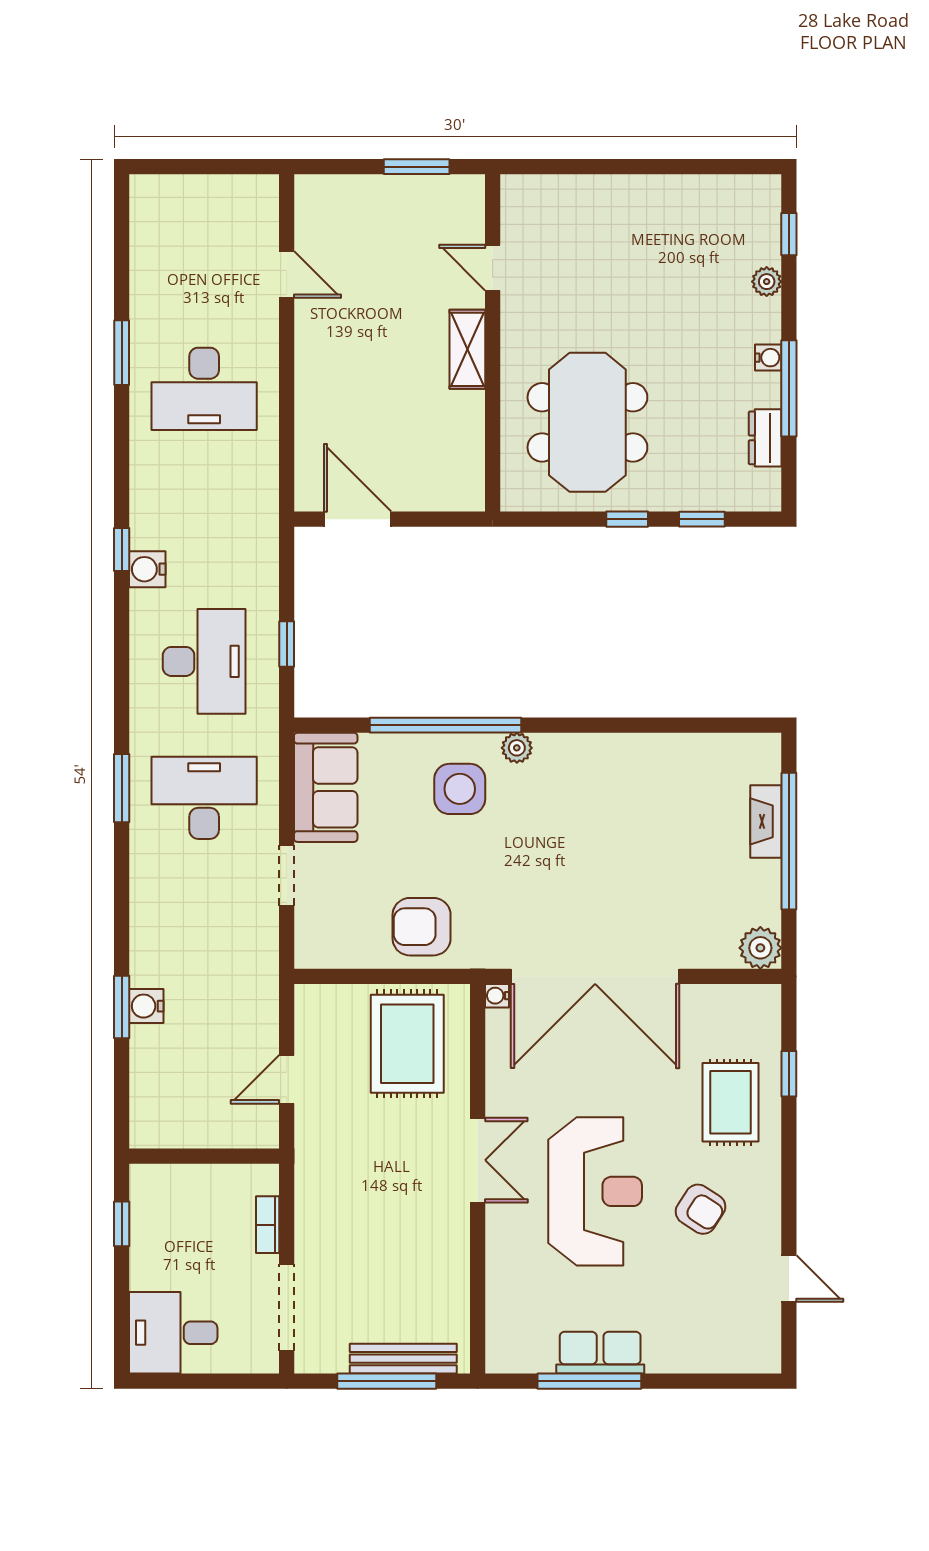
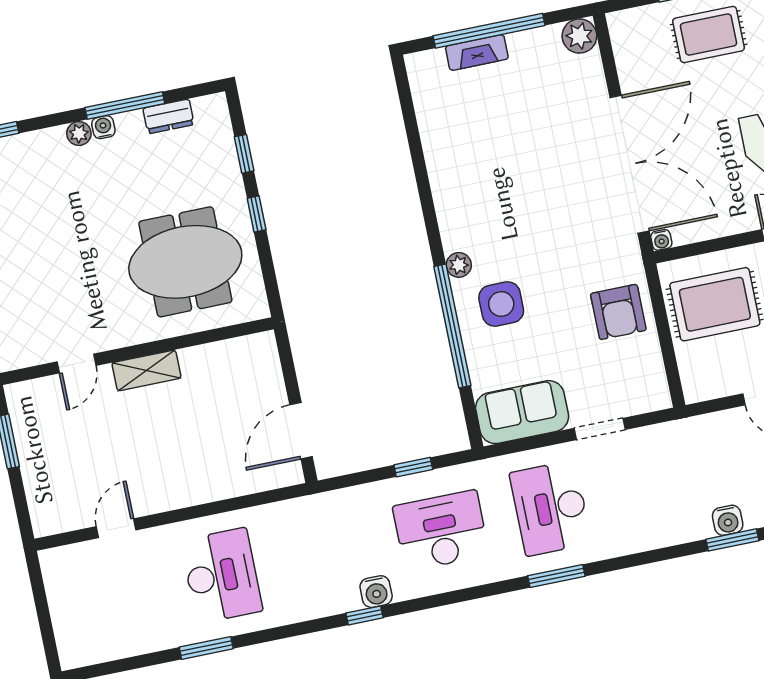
plant: (767, 282) -> (79, 133), moved

